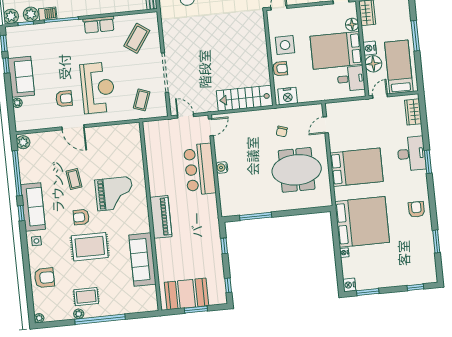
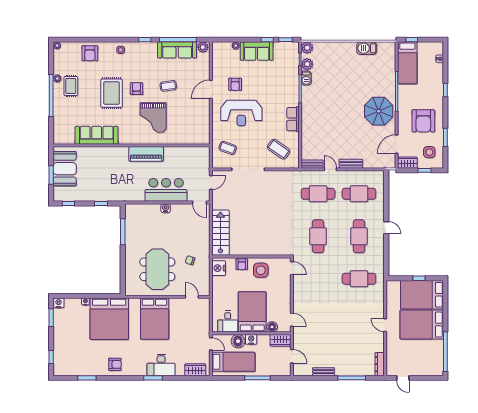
sofa: (33, 207) -> (177, 50), moved
piano: (161, 217) -> (146, 154), moved

